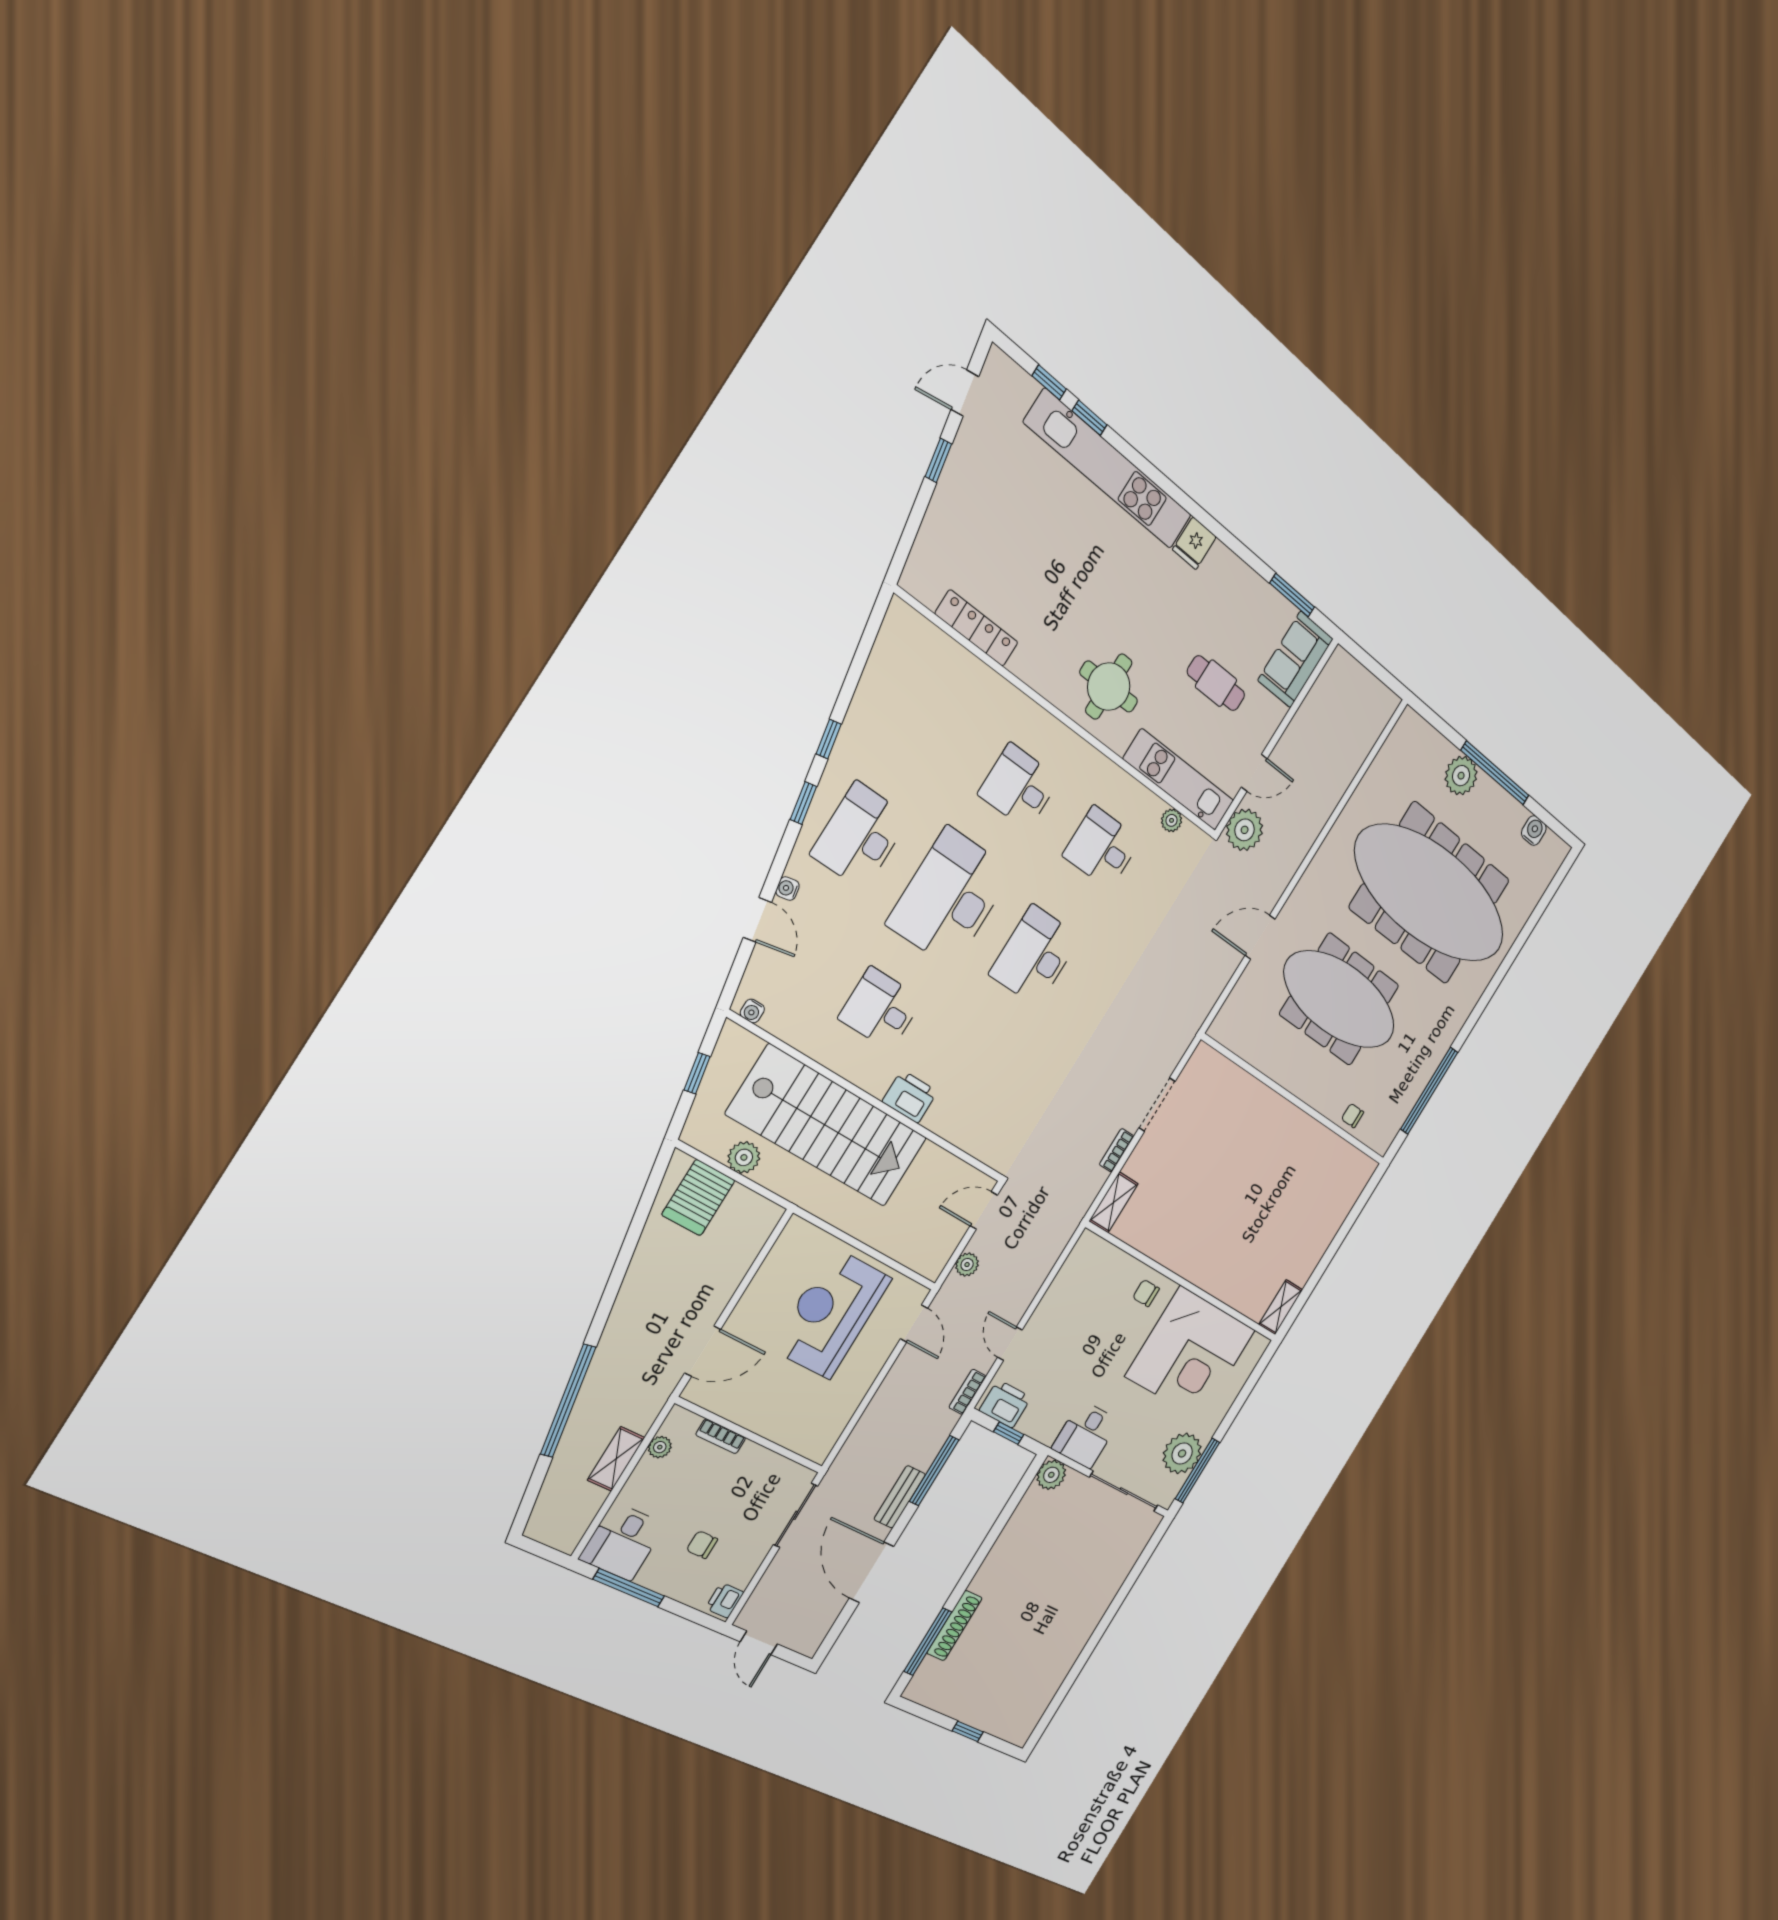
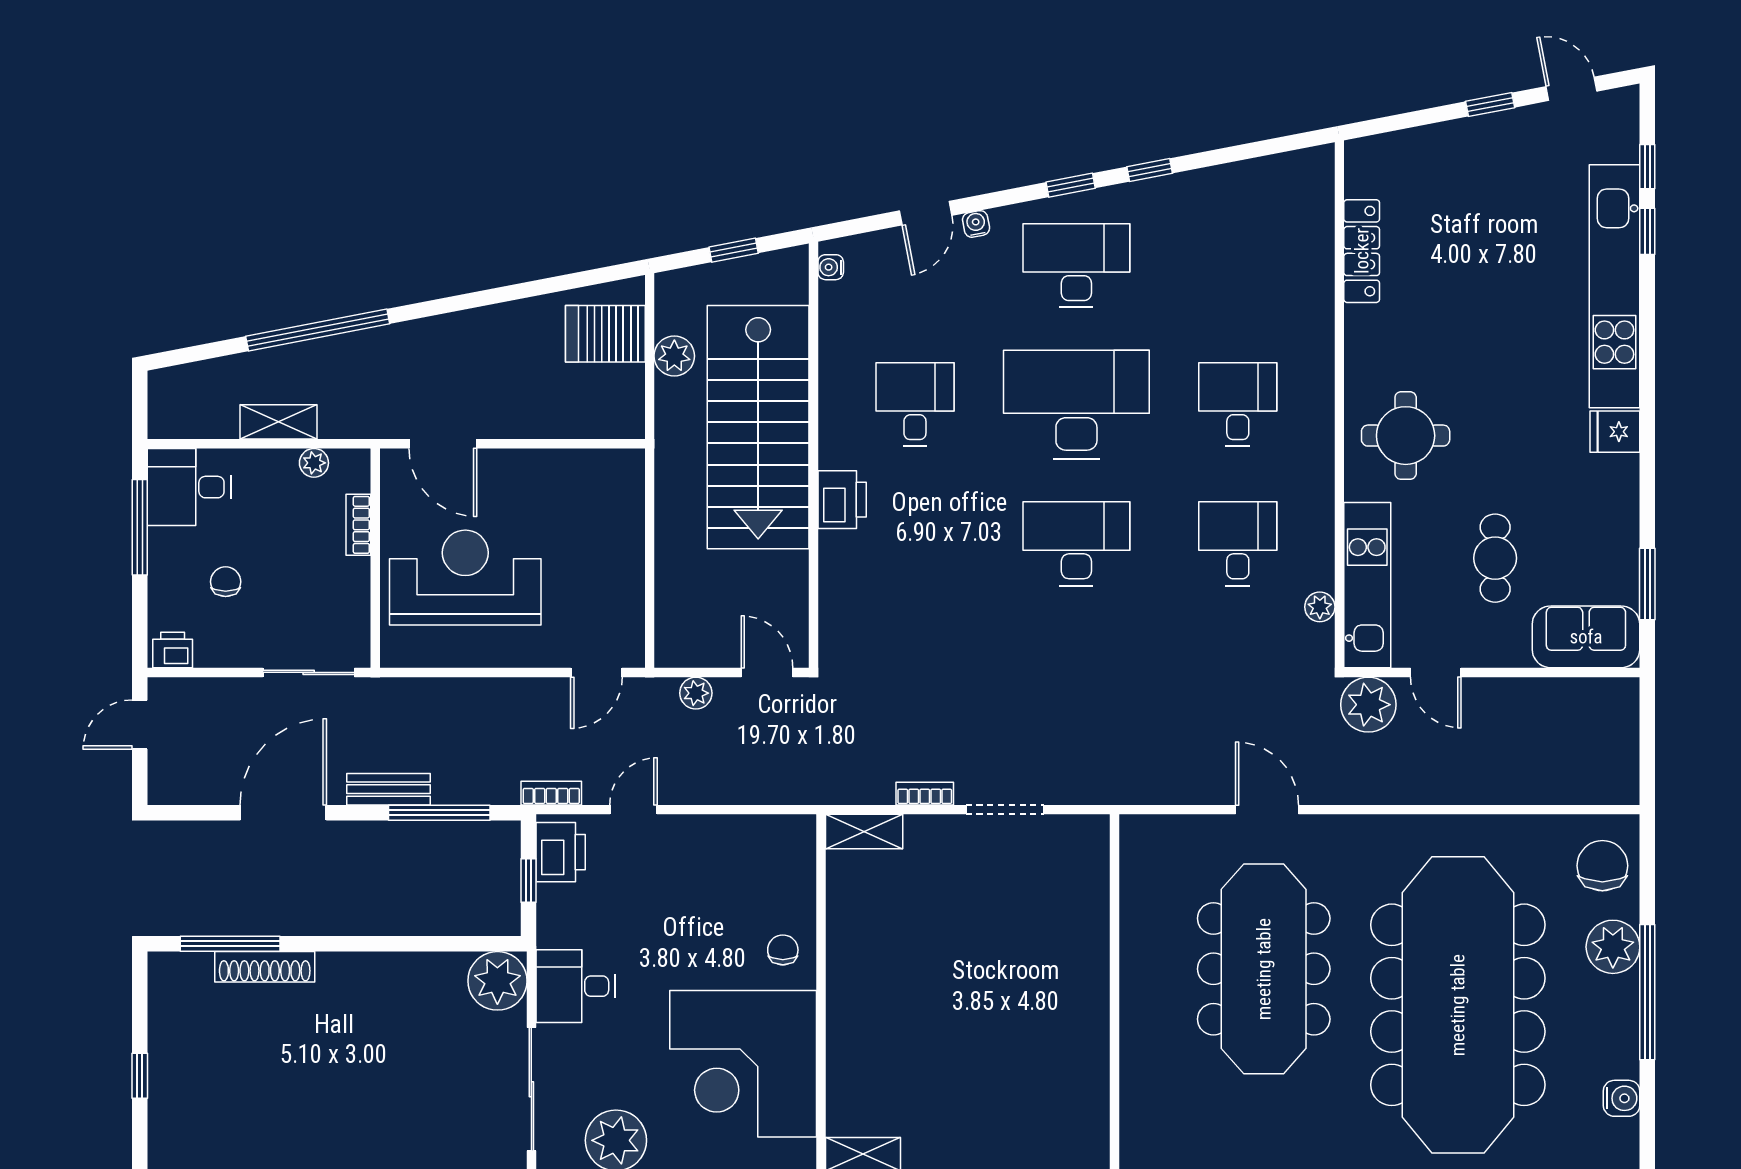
chair: (1353, 1116) -> (1602, 866), moved, width x1.87, depth x1.87
reception desk: (831, 1313) -> (465, 578), moved
plant: (1051, 1475) -> (497, 981), width x1.36, depth x1.36

